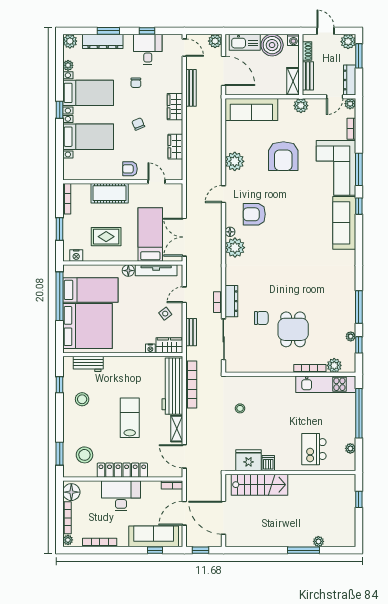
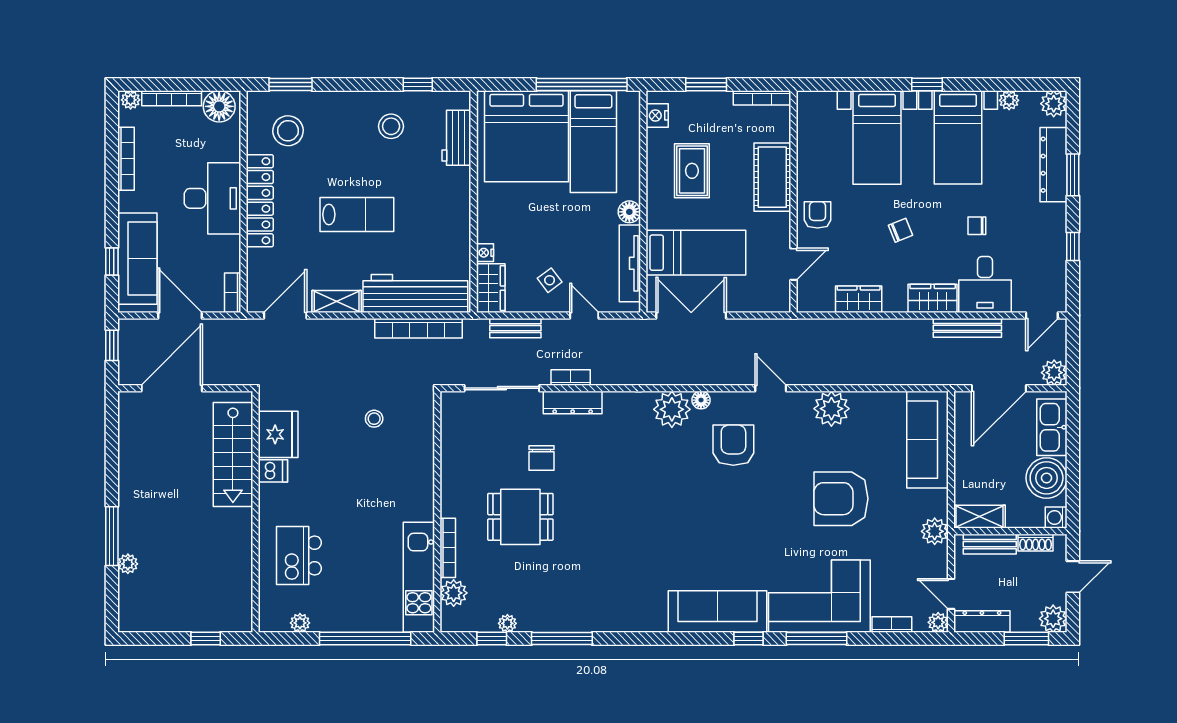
desk: (148, 49) -> (985, 284), moved, turned 90
kitchen island: (314, 449) -> (299, 556), turned -90

